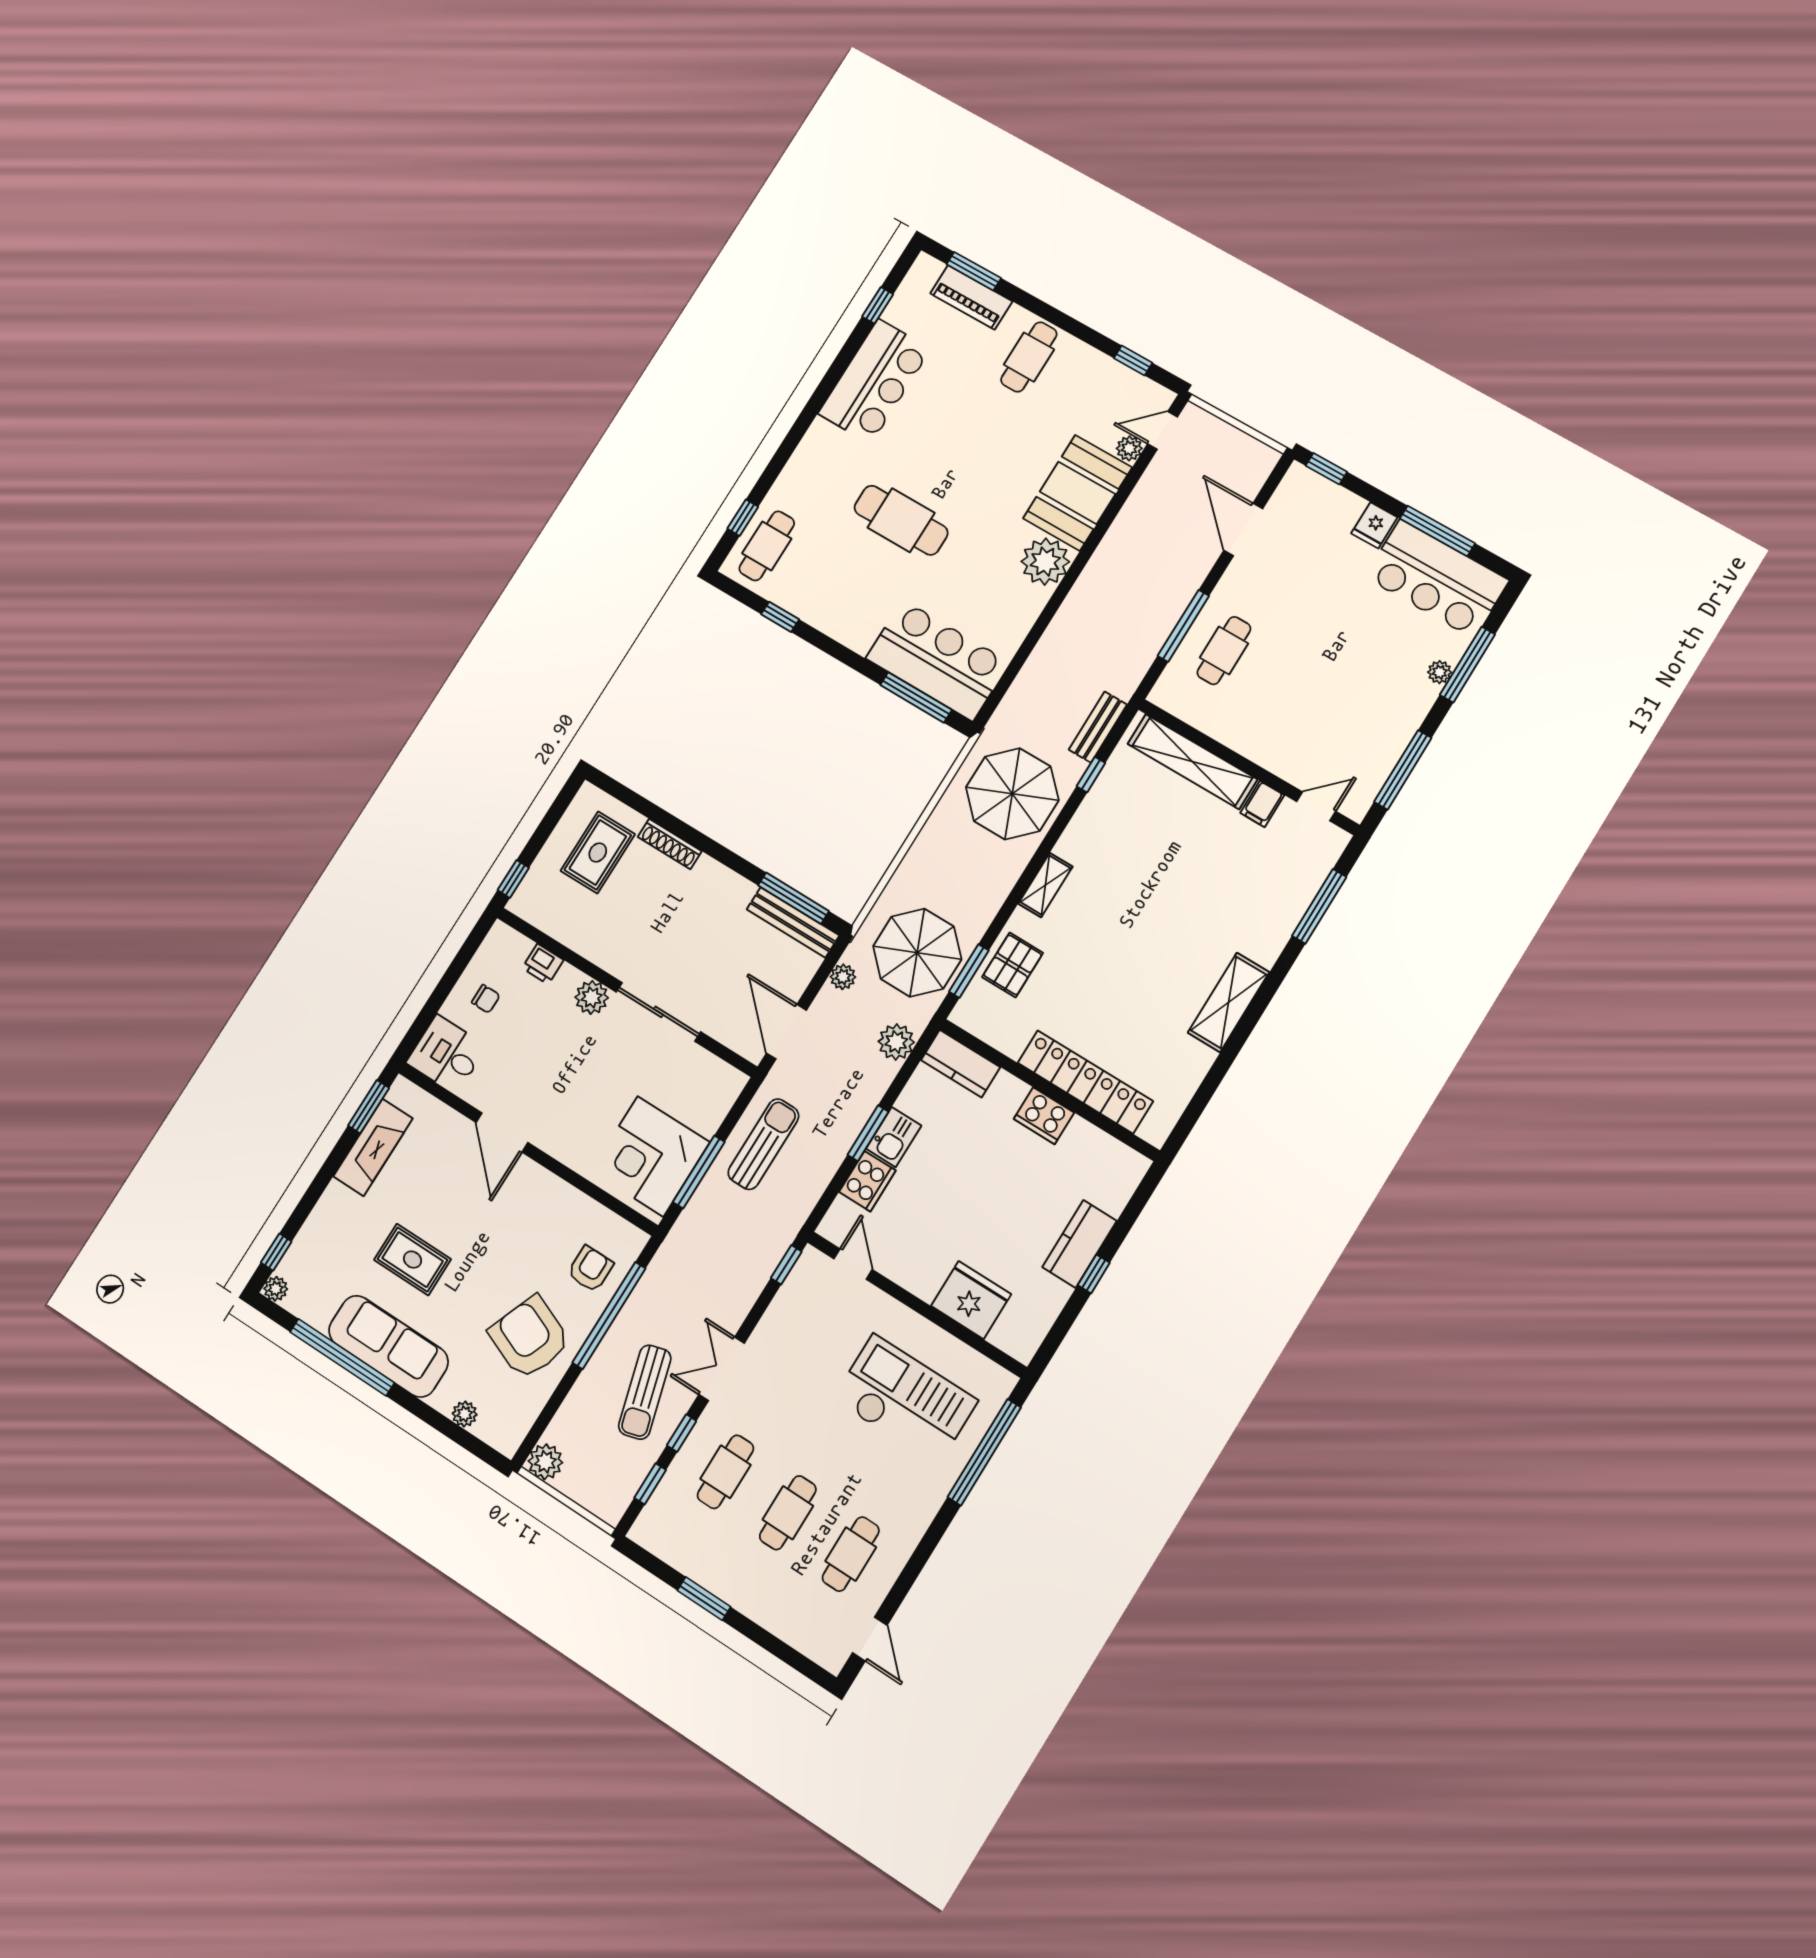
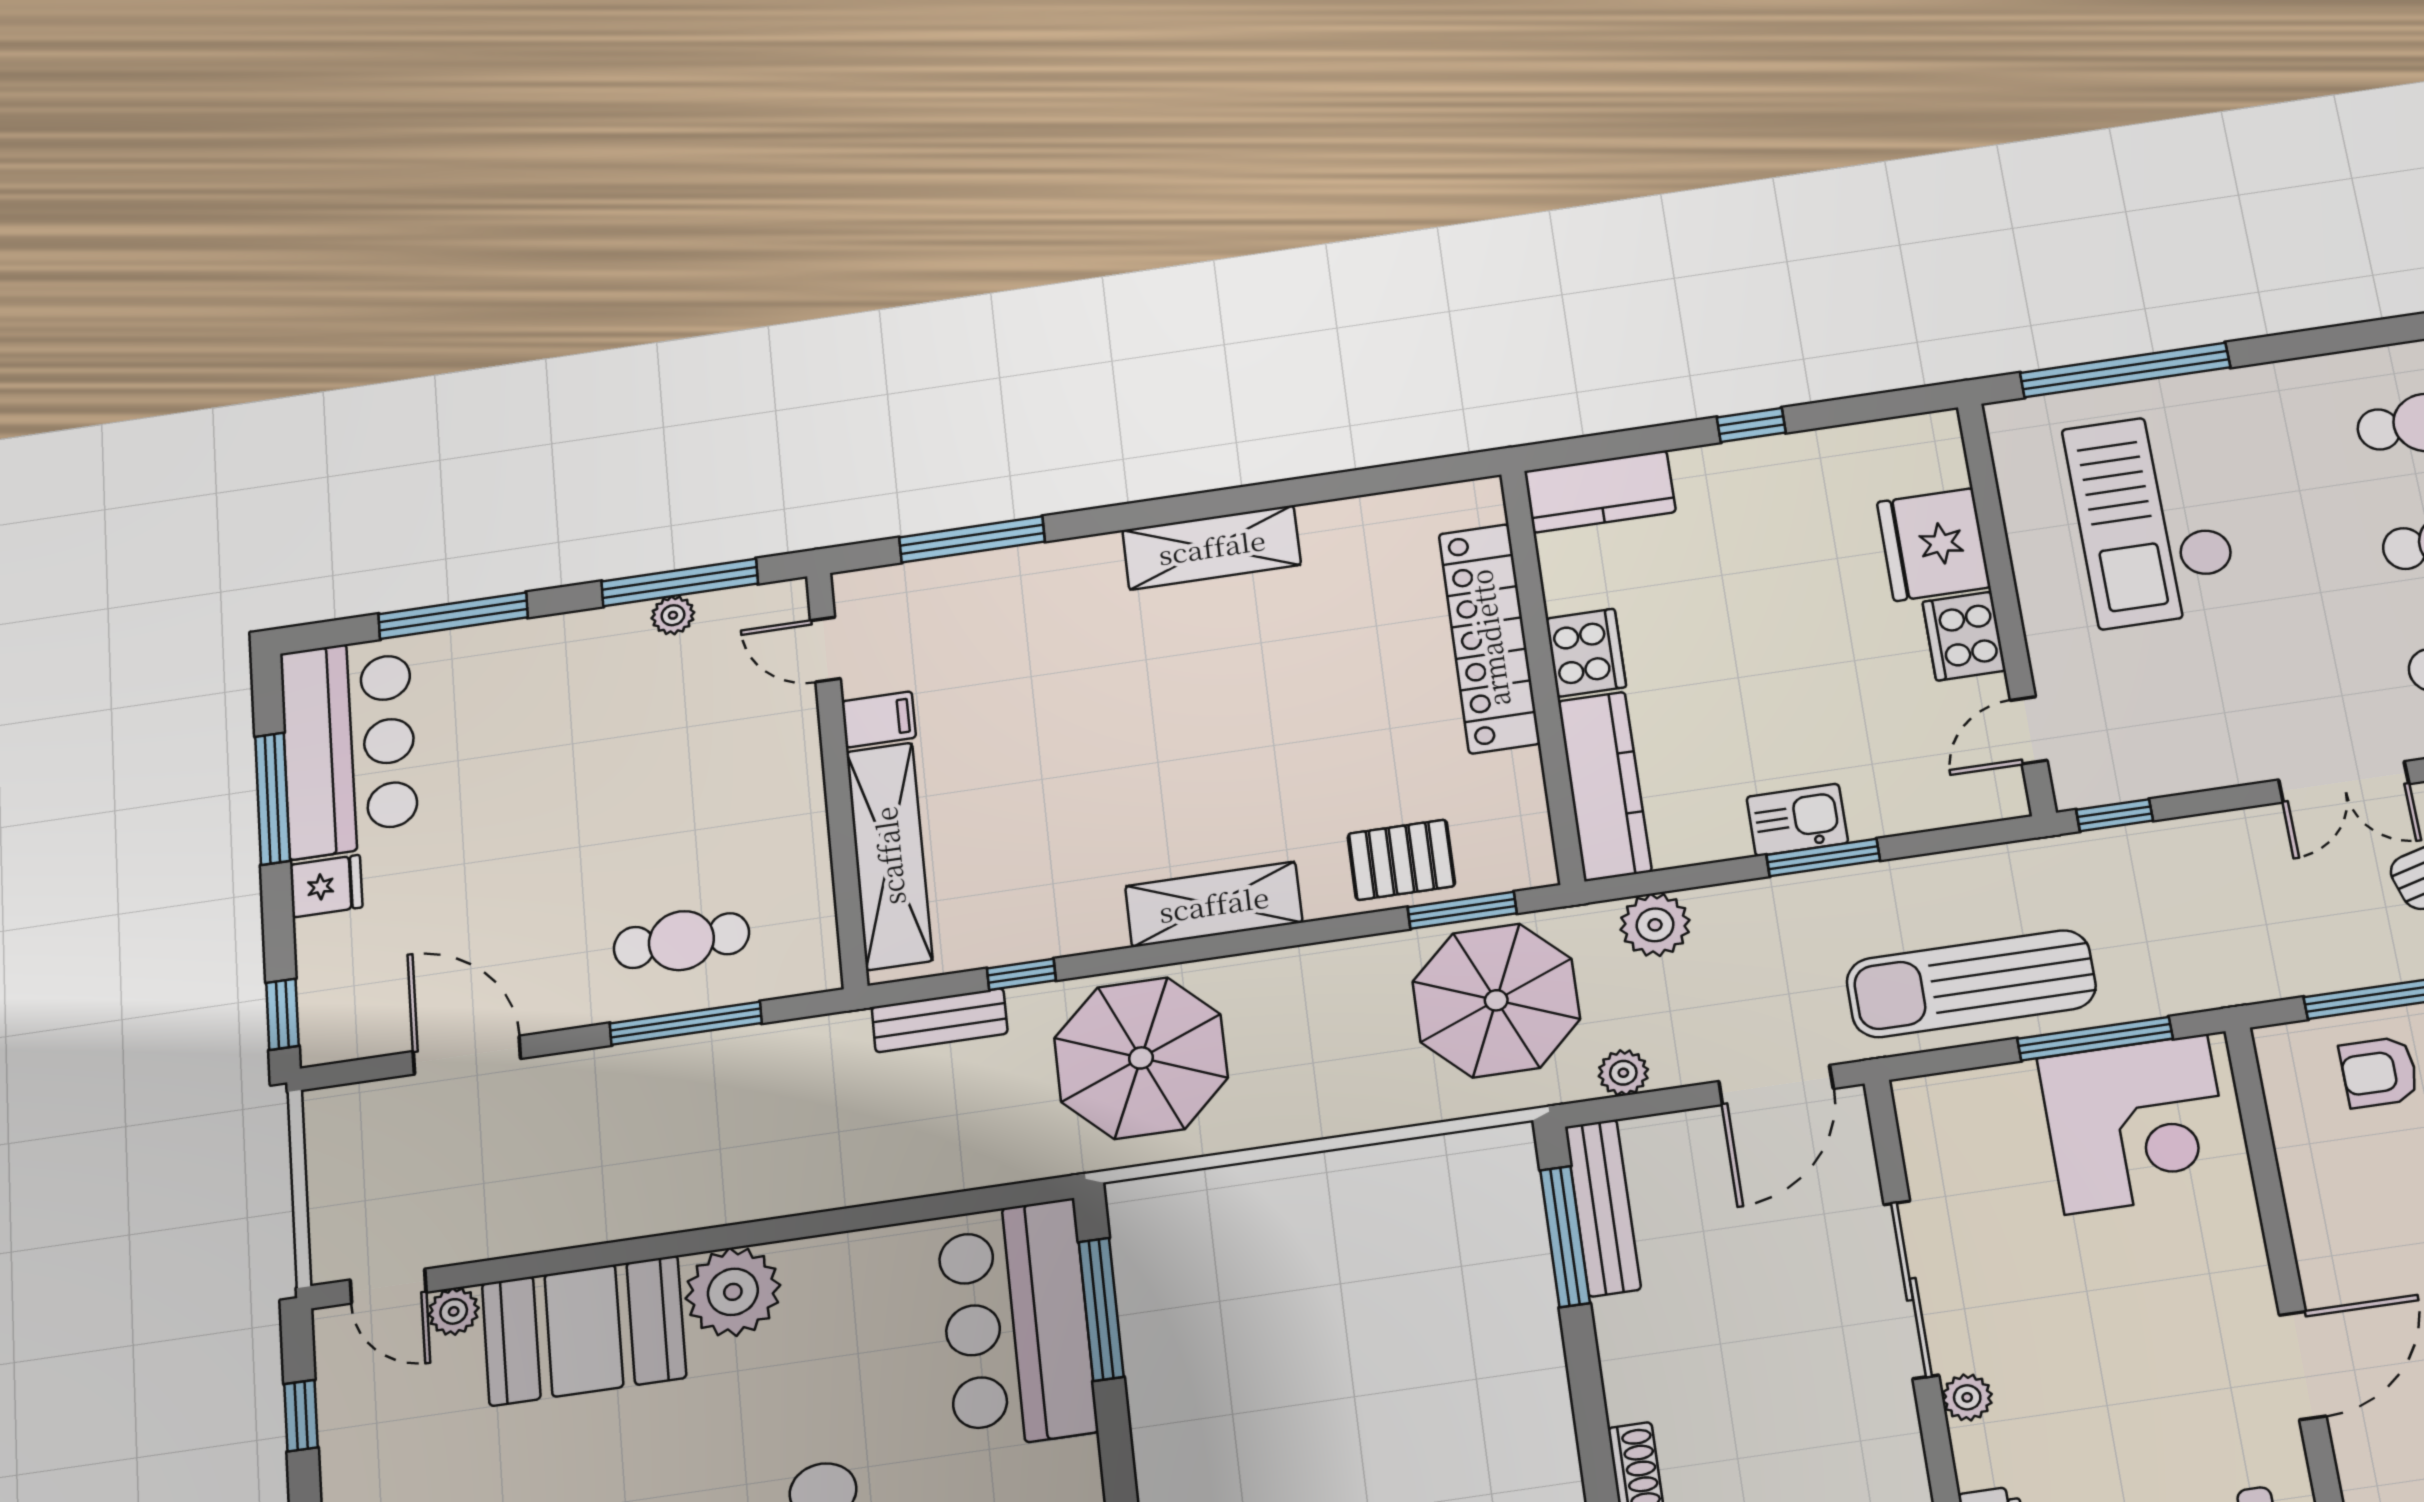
door: (1243, 530) -> (467, 1055), swing flipped
plant: (1440, 672) -> (673, 615), moved
shelving: (1045, 885) -> (1214, 904), width x1.50, depth x1.33
plant: (592, 997) -> (1967, 1397), width x0.73, depth x0.73
kitchen counter: (961, 1064) -> (1605, 786), width x1.50
sun lounger: (763, 1144) -> (1971, 984), width x1.36, depth x1.34
cooker: (867, 1181) -> (1964, 636), moved, turned -90
kitchen counter: (1079, 1244) -> (1600, 492), moved

